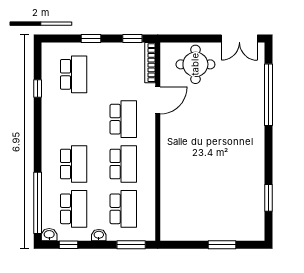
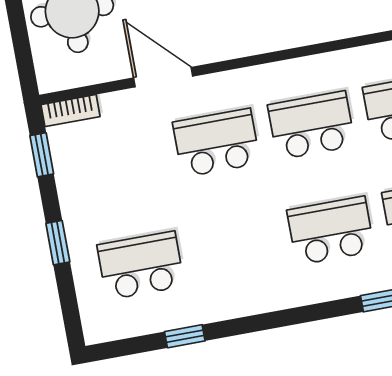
bookcase: (150, 63) -> (71, 111), width x0.64

